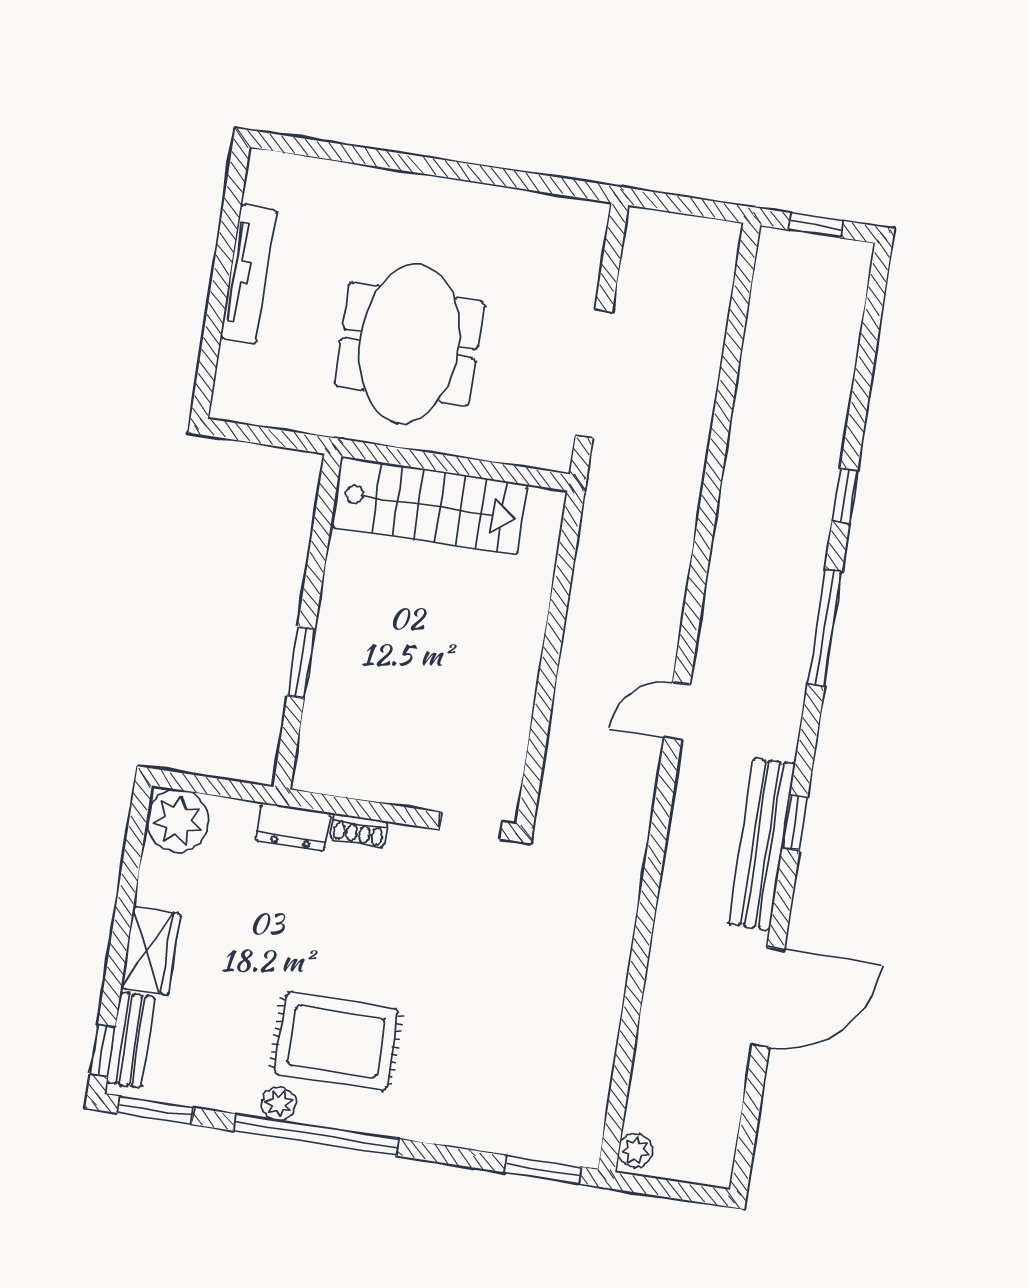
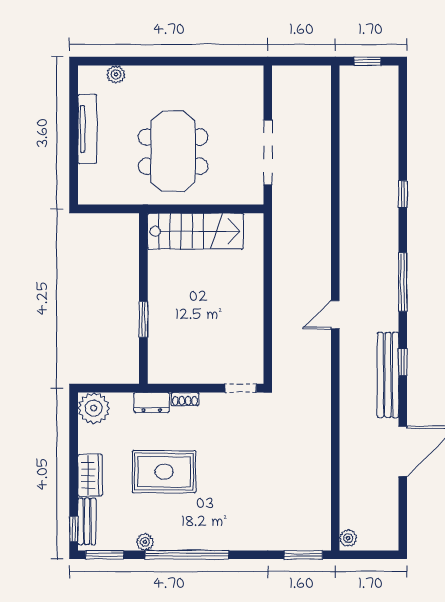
plant: (321, 176) -> (116, 74), added
window: (825, 627) -> (403, 282), moved
rug: (336, 1042) -> (164, 472), moved
plant: (279, 1104) -> (145, 542), moved

